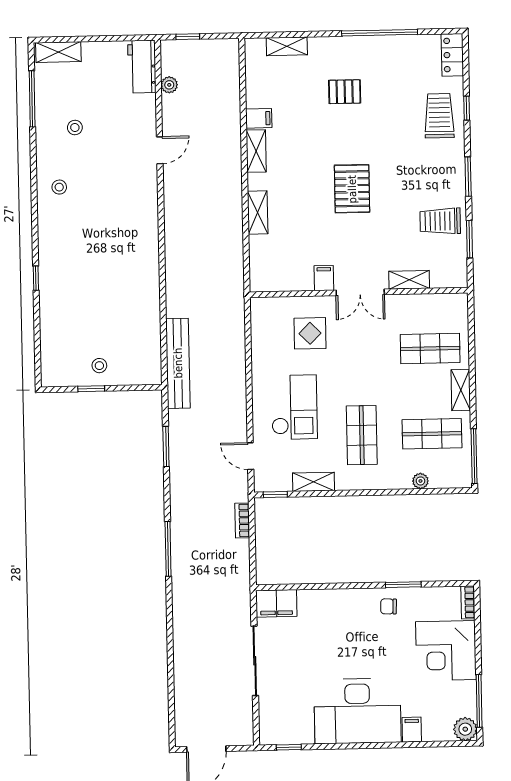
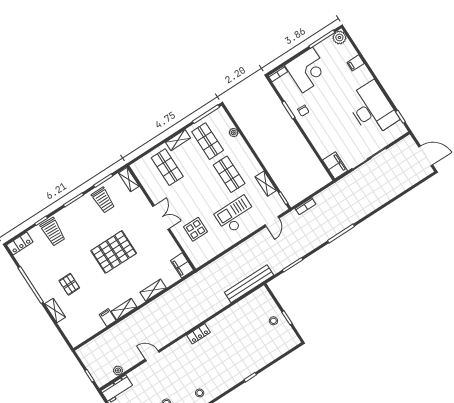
shelving: (287, 46) -> (55, 310), moved
trolley: (439, 116) -> (53, 232), turned -88
pallet: (352, 189) -> (114, 252), width x1.37, depth x1.41
locker: (149, 240) -> (198, 334), added
filing cabinet: (324, 278) -> (182, 265), moved, width x2.00
shelving: (409, 280) -> (129, 180), moved
shop shelf: (362, 435) -> (229, 174), turned 90
desk: (357, 711) -> (372, 109), moved

